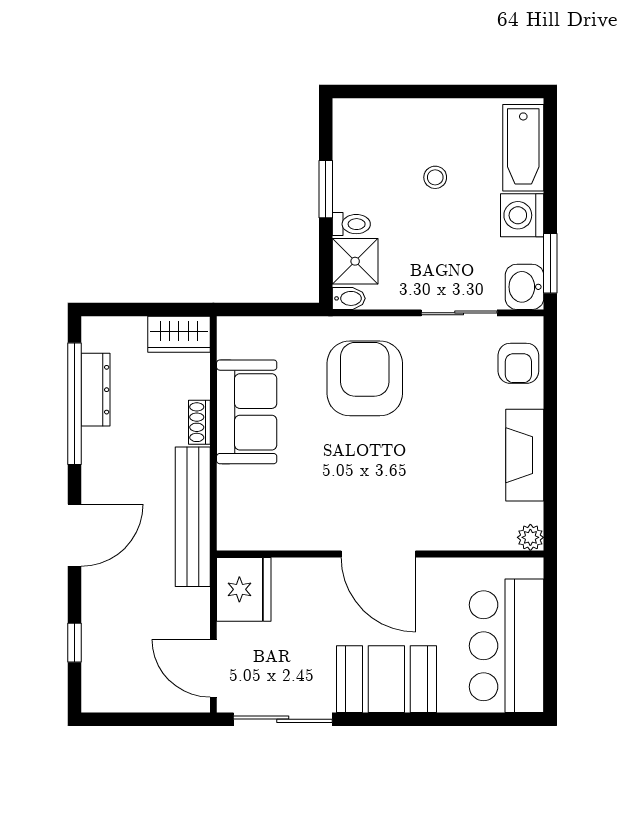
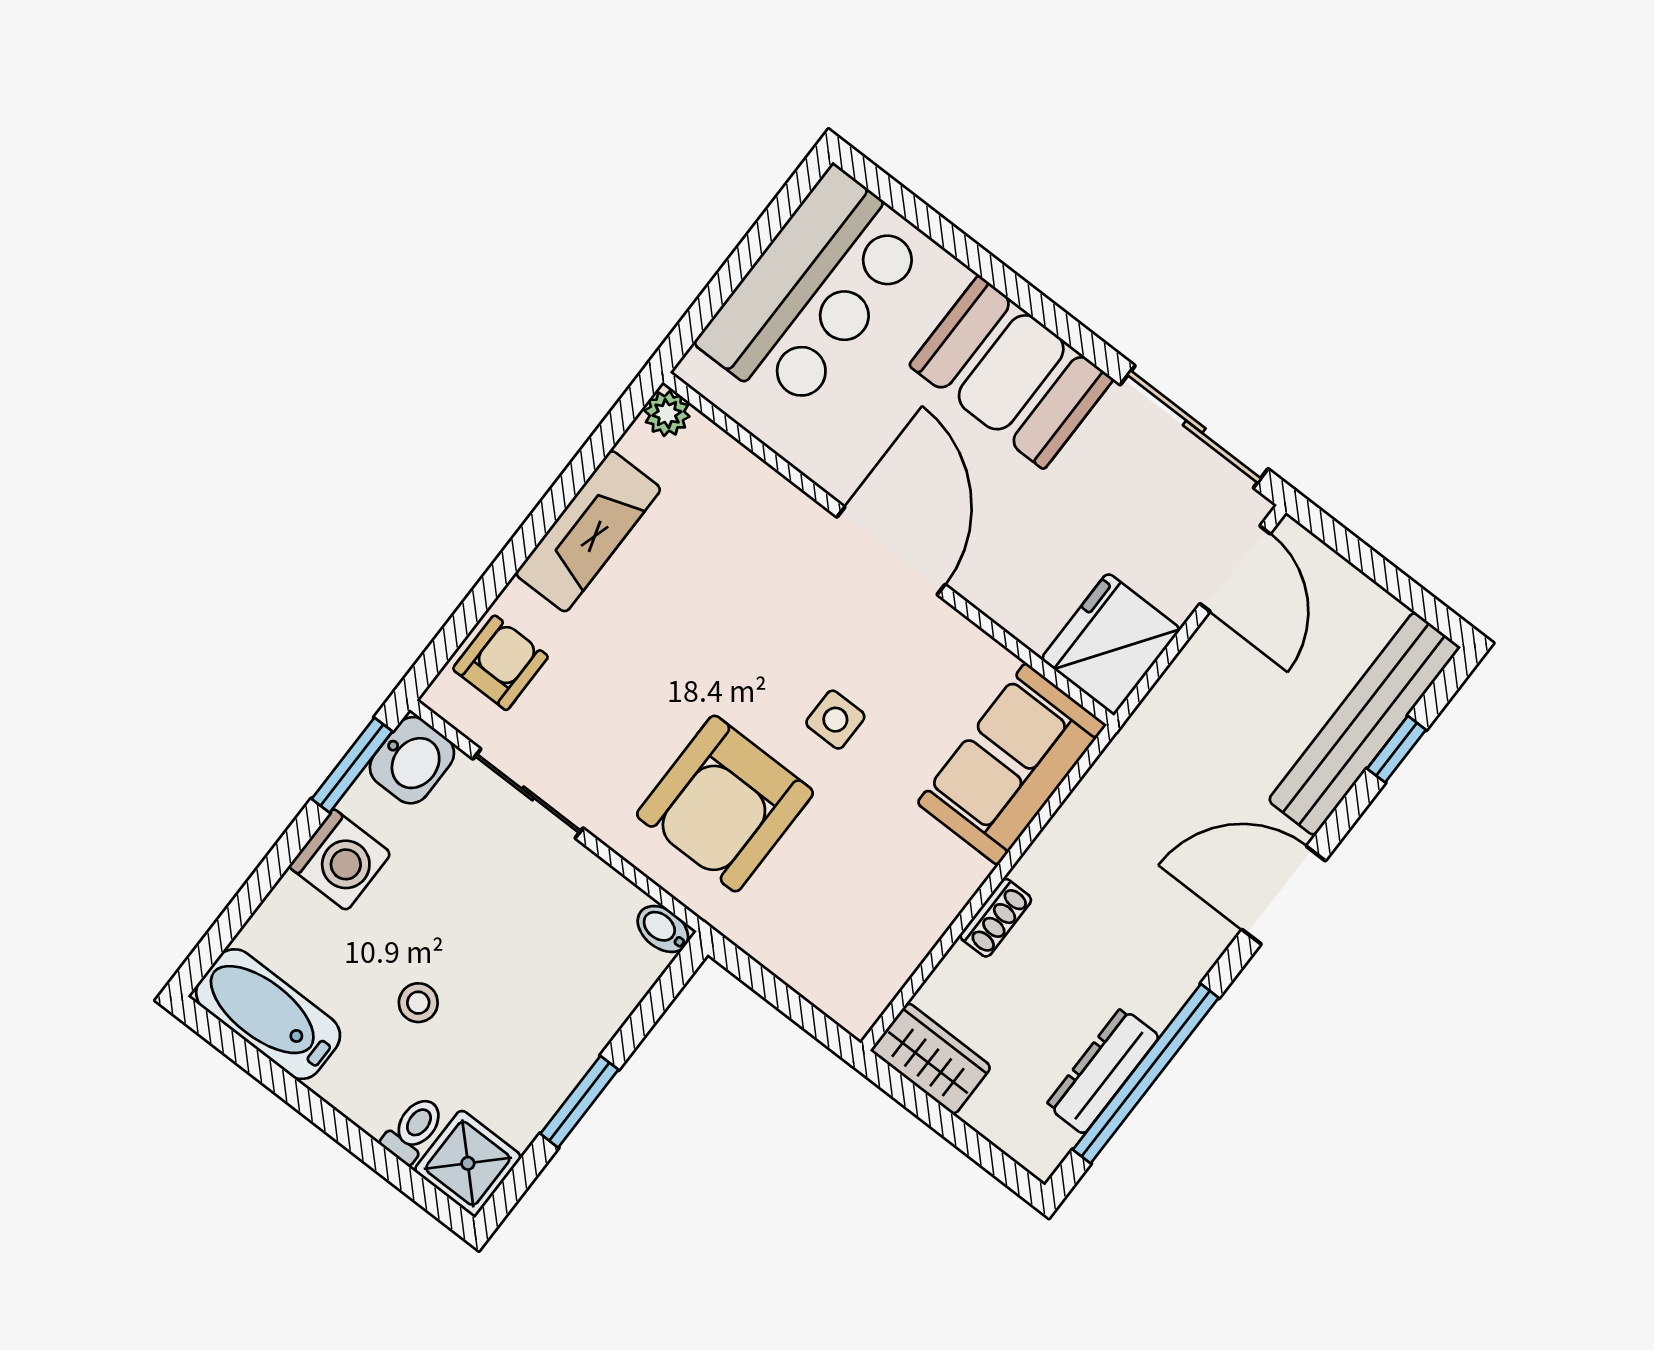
bathtub: (523, 148) -> (268, 1014), moved, turned -90
toilet: (351, 224) -> (413, 1130), moved, turned 90
shower: (355, 261) -> (468, 1163), moved
sofa: (247, 412) -> (1012, 764), moved
side table: (344, 456) -> (835, 720), added
bench: (193, 517) -> (1364, 724), moved

